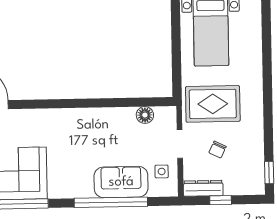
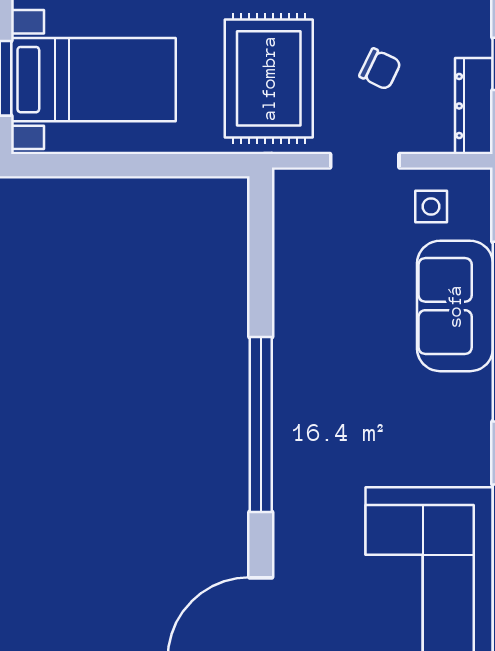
window: (71, 103) -> (261, 424), added
floor lamp: (145, 115) -> (293, 245), removed

